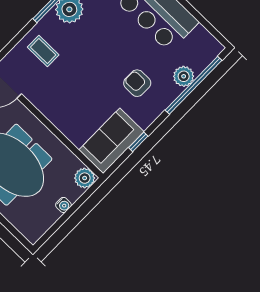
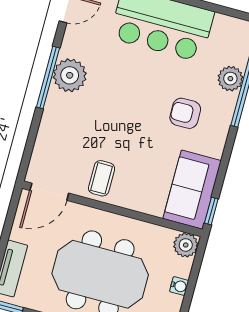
coffee table: (43, 51) -> (102, 178), moved, turned 90
window: (138, 142) -> (211, 211), moved

